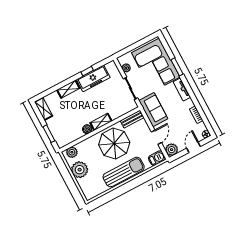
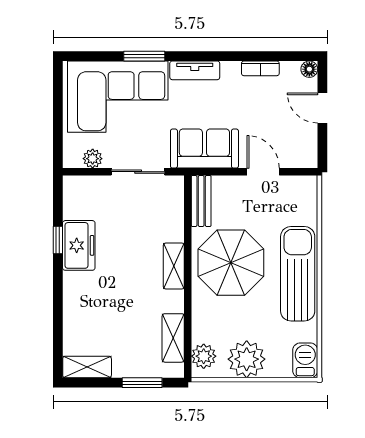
freezer: (93, 78) -> (79, 245), width x0.71
shelving: (68, 89) -> (173, 338), moved
boiler: (87, 129) -> (174, 301), removed
plant: (172, 150) -> (304, 154), removed
barbecue: (157, 158) -> (305, 360), moved

